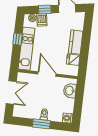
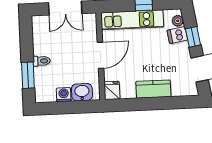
fridge: (73, 60) -> (112, 90), moved
washing machine: (68, 118) -> (64, 95), moved
window: (41, 124) -> (28, 75), moved

